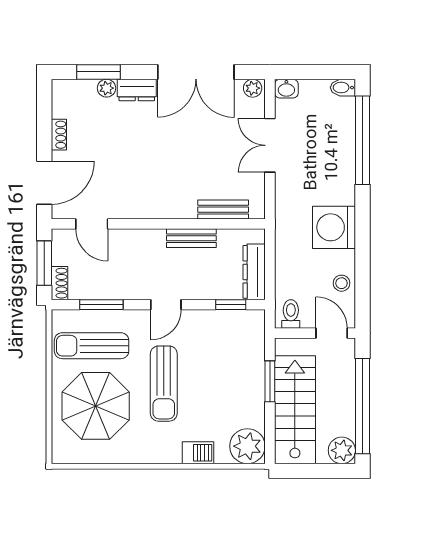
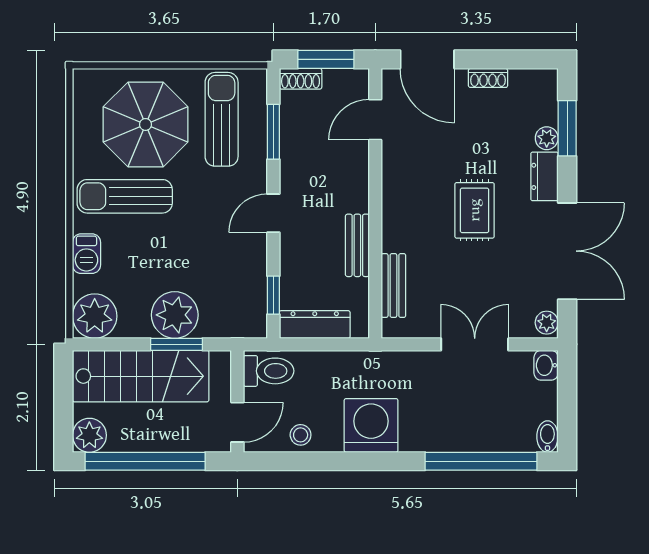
double door: (196, 72) -> (567, 251), swing flipped
rug: (164, 145) -> (475, 210), added
door: (166, 305) -> (273, 213), hinge flipped
toilet: (291, 314) -> (269, 371), width x1.37, depth x1.39
plant: (247, 383) -> (175, 315), added
sun lounger: (164, 384) -> (125, 196), moved

